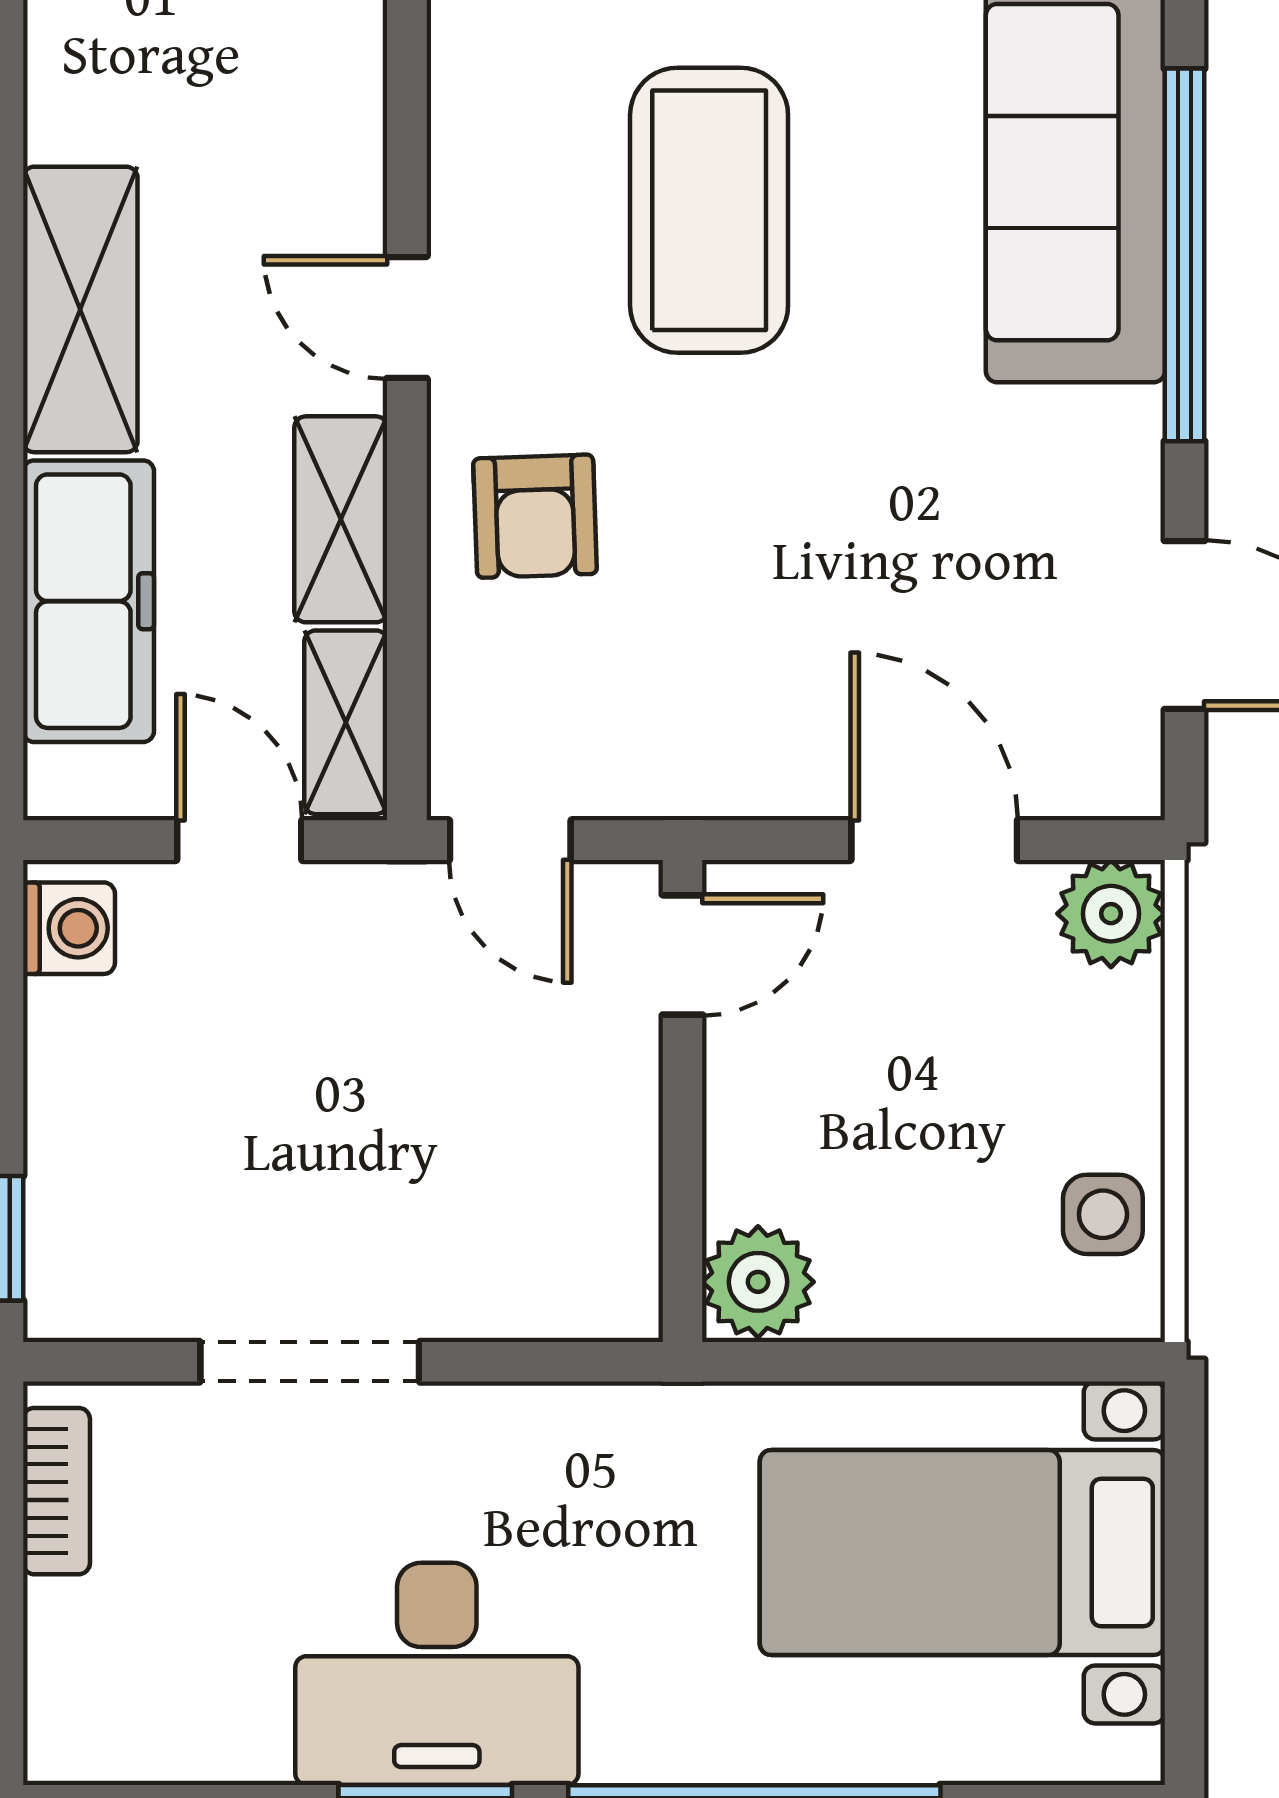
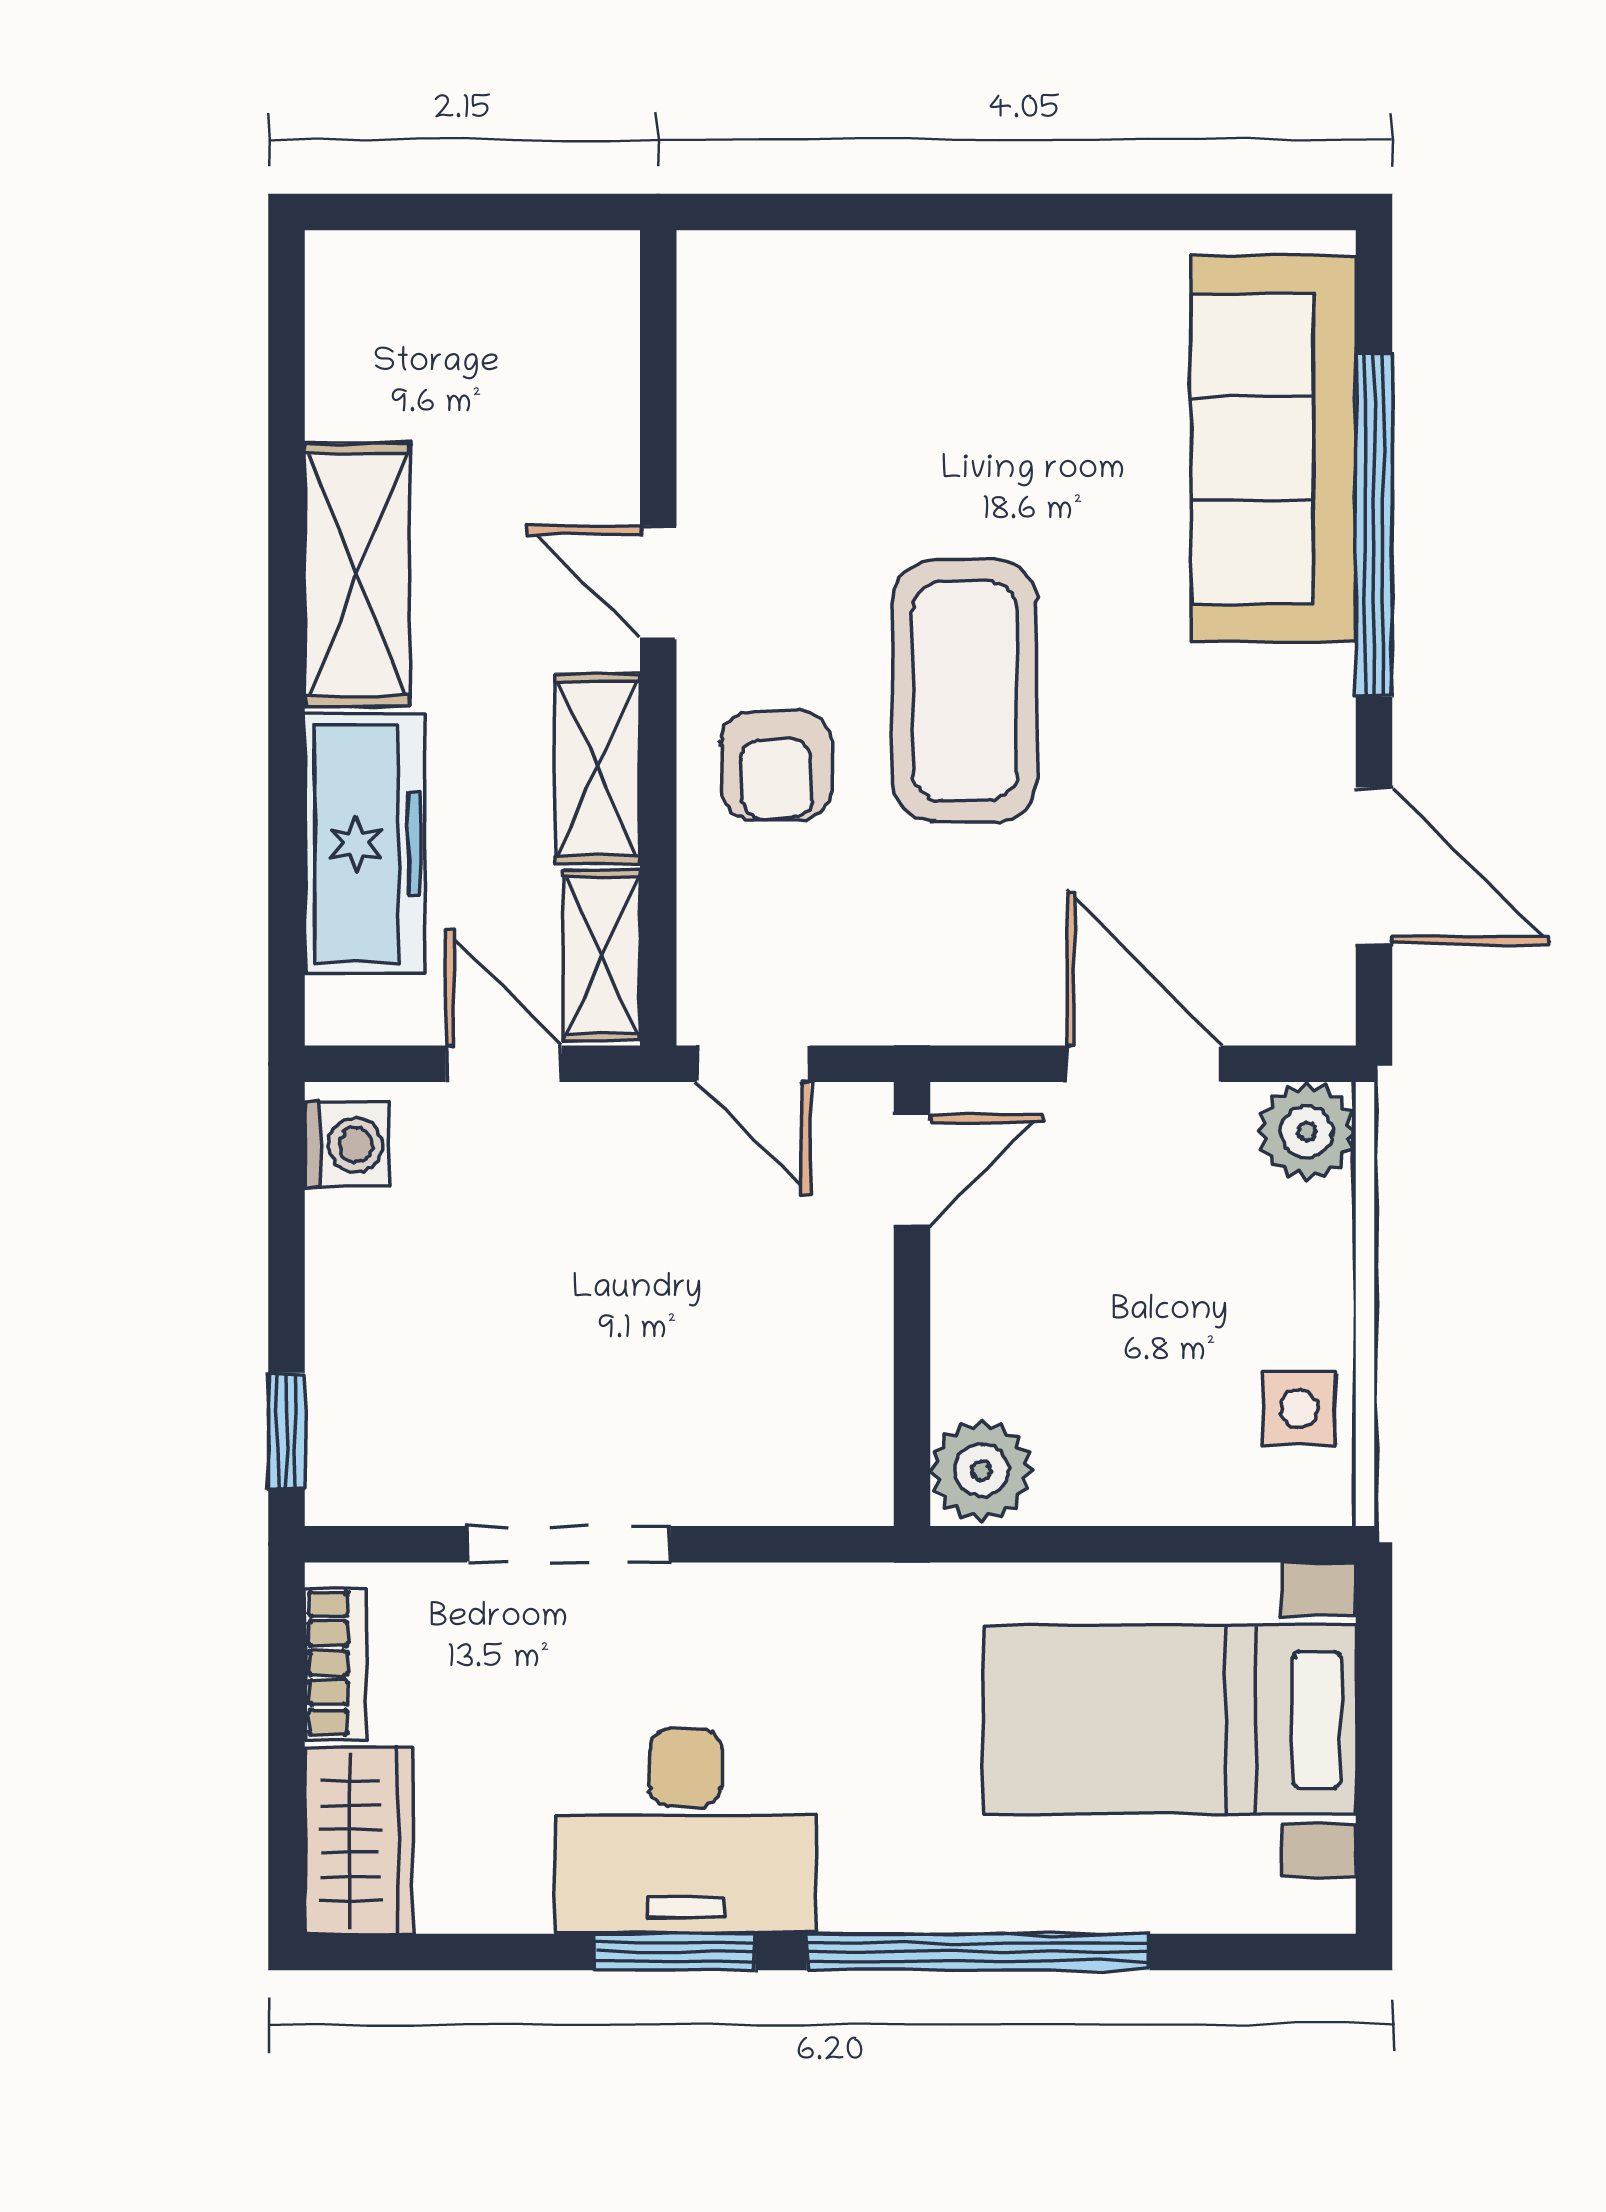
coffee table: (709, 210) -> (965, 691), moved
wardrobe: (82, 1684) -> (359, 1840), added

